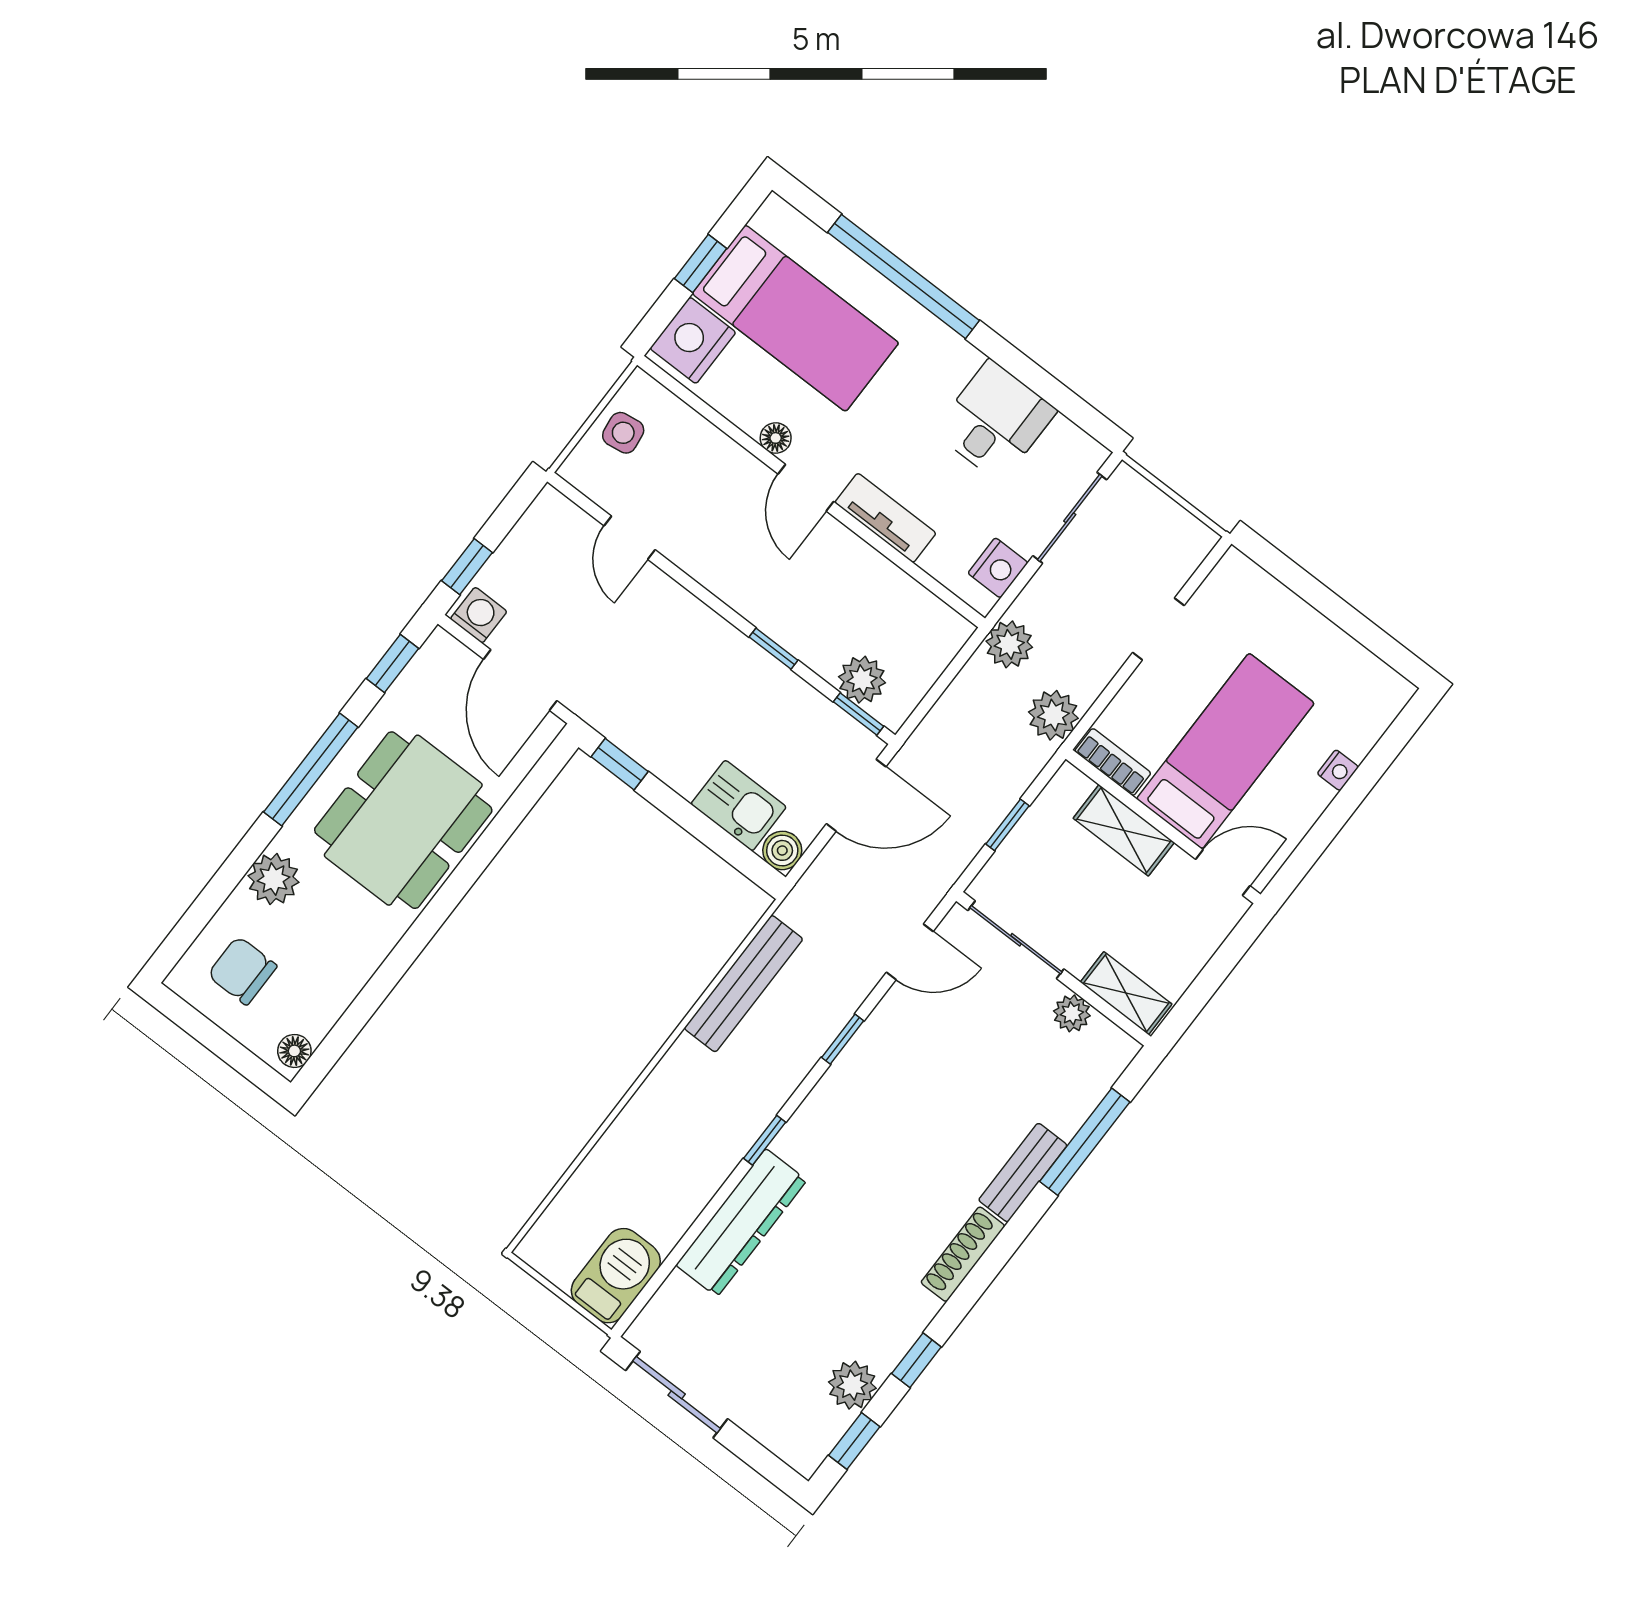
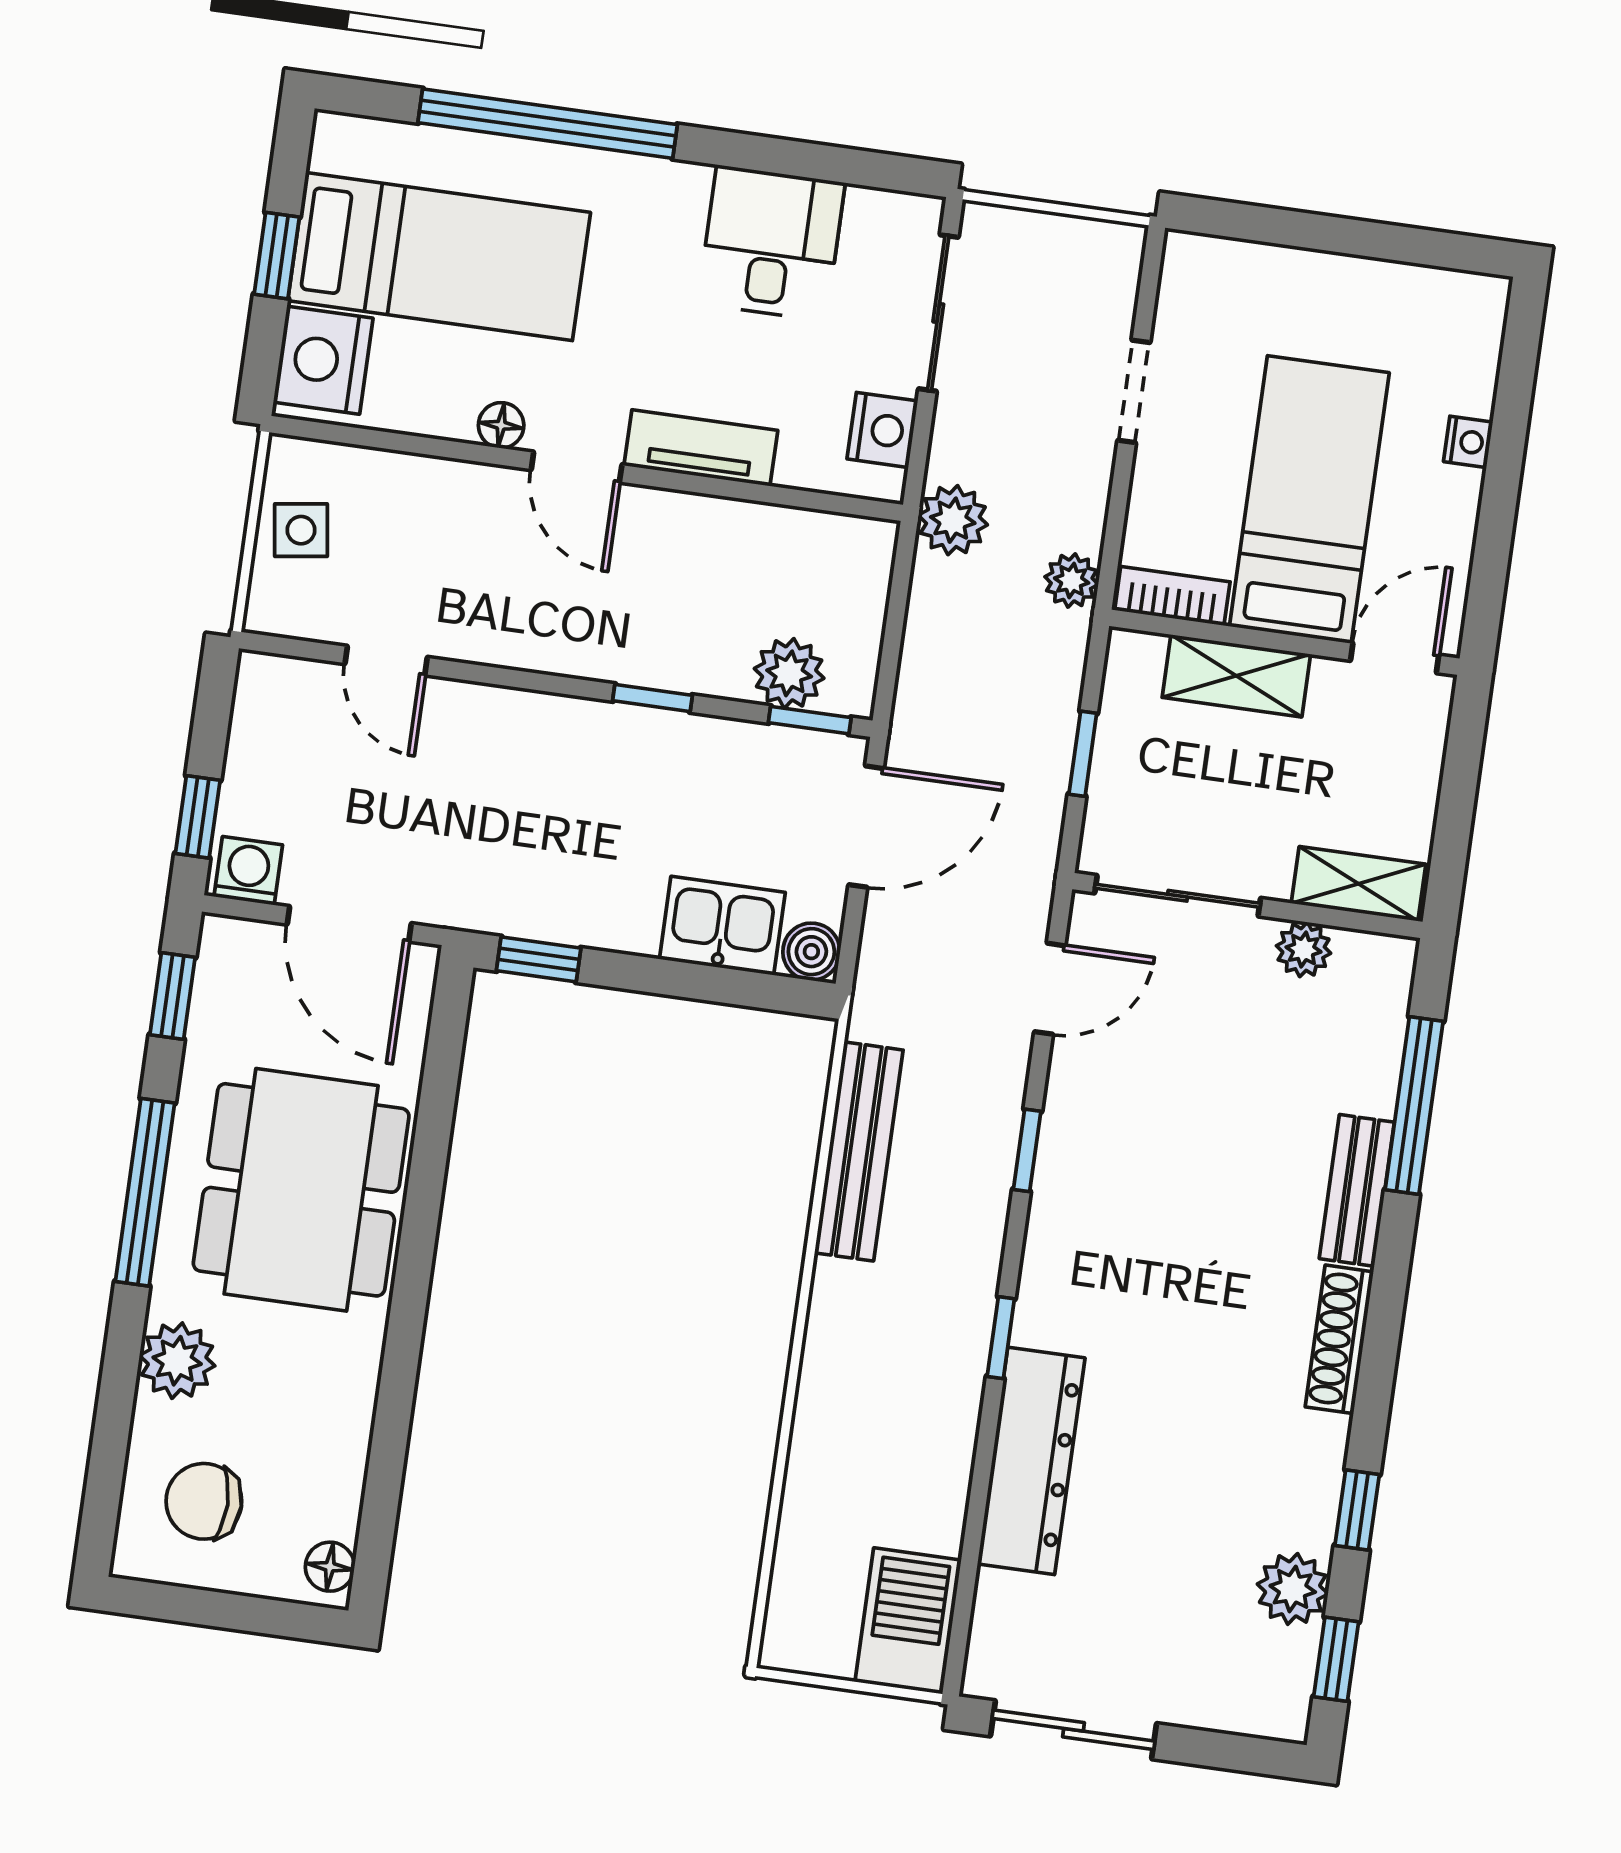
plant: (1053, 715) -> (1072, 581), width x0.73, depth x0.73

